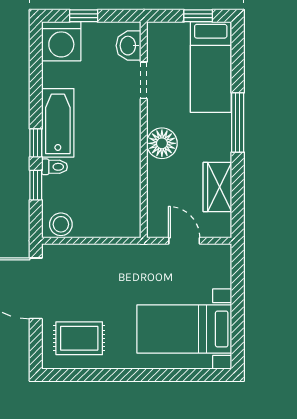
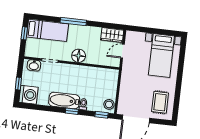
window: (36, 185) -> (101, 115), moved
wardrobe: (217, 187) -> (112, 35), moved

